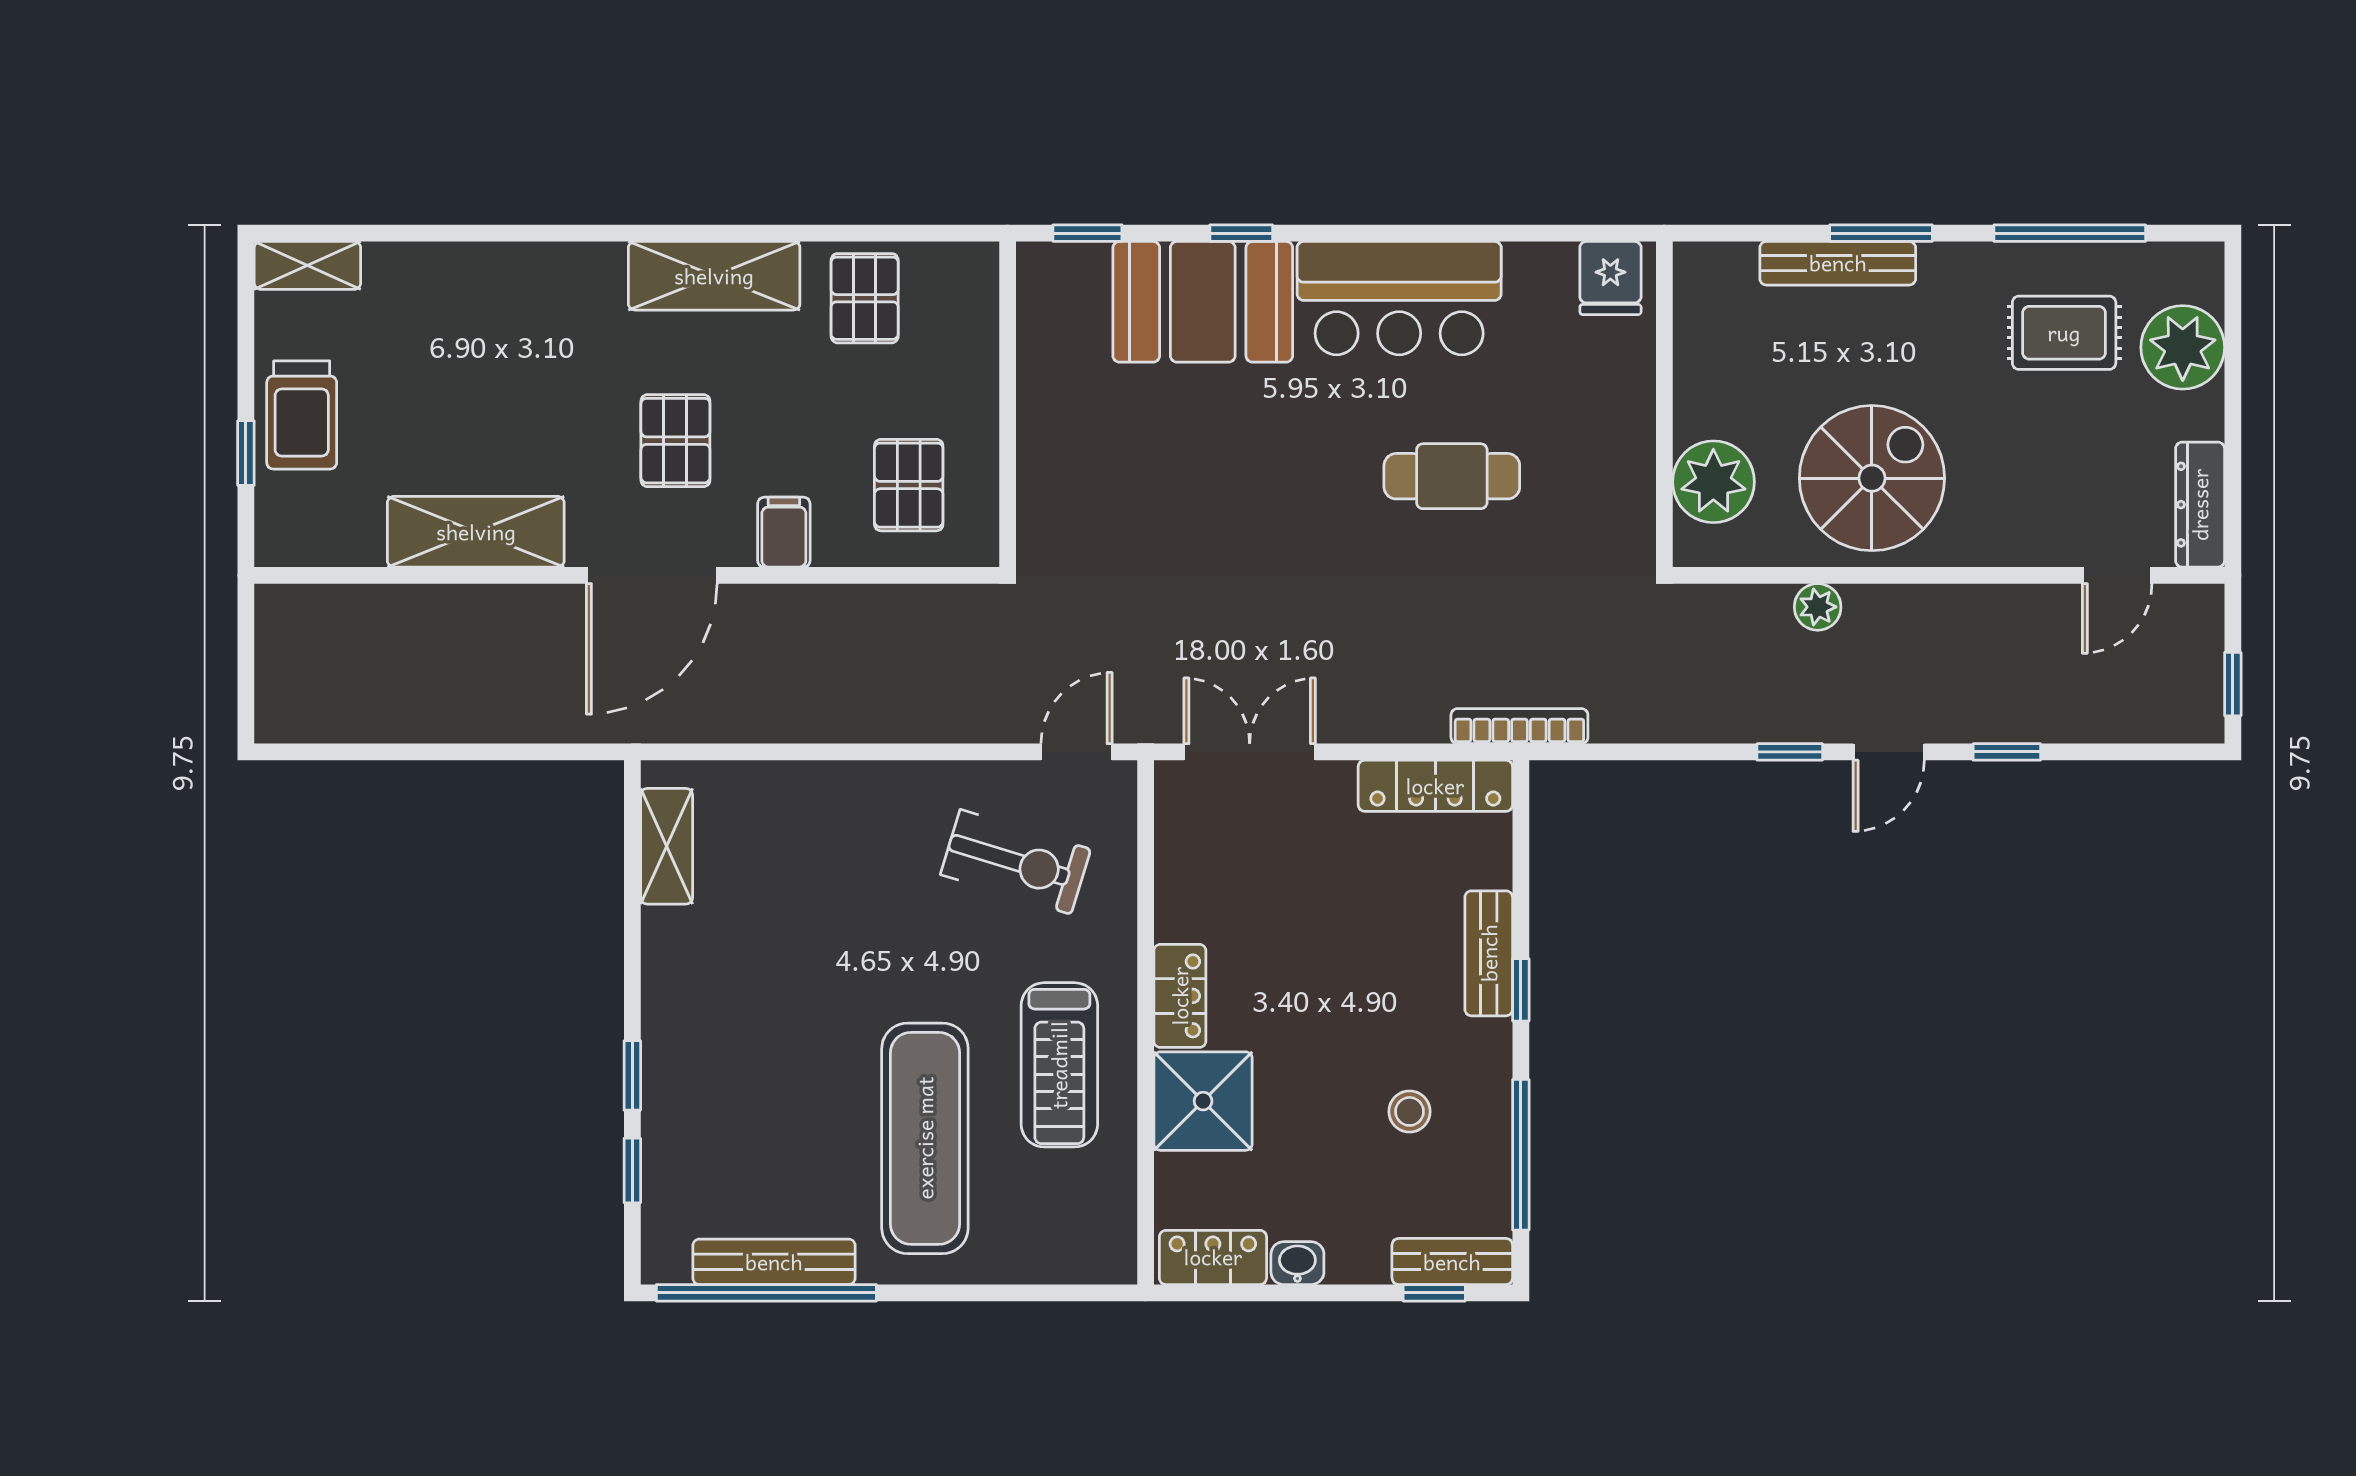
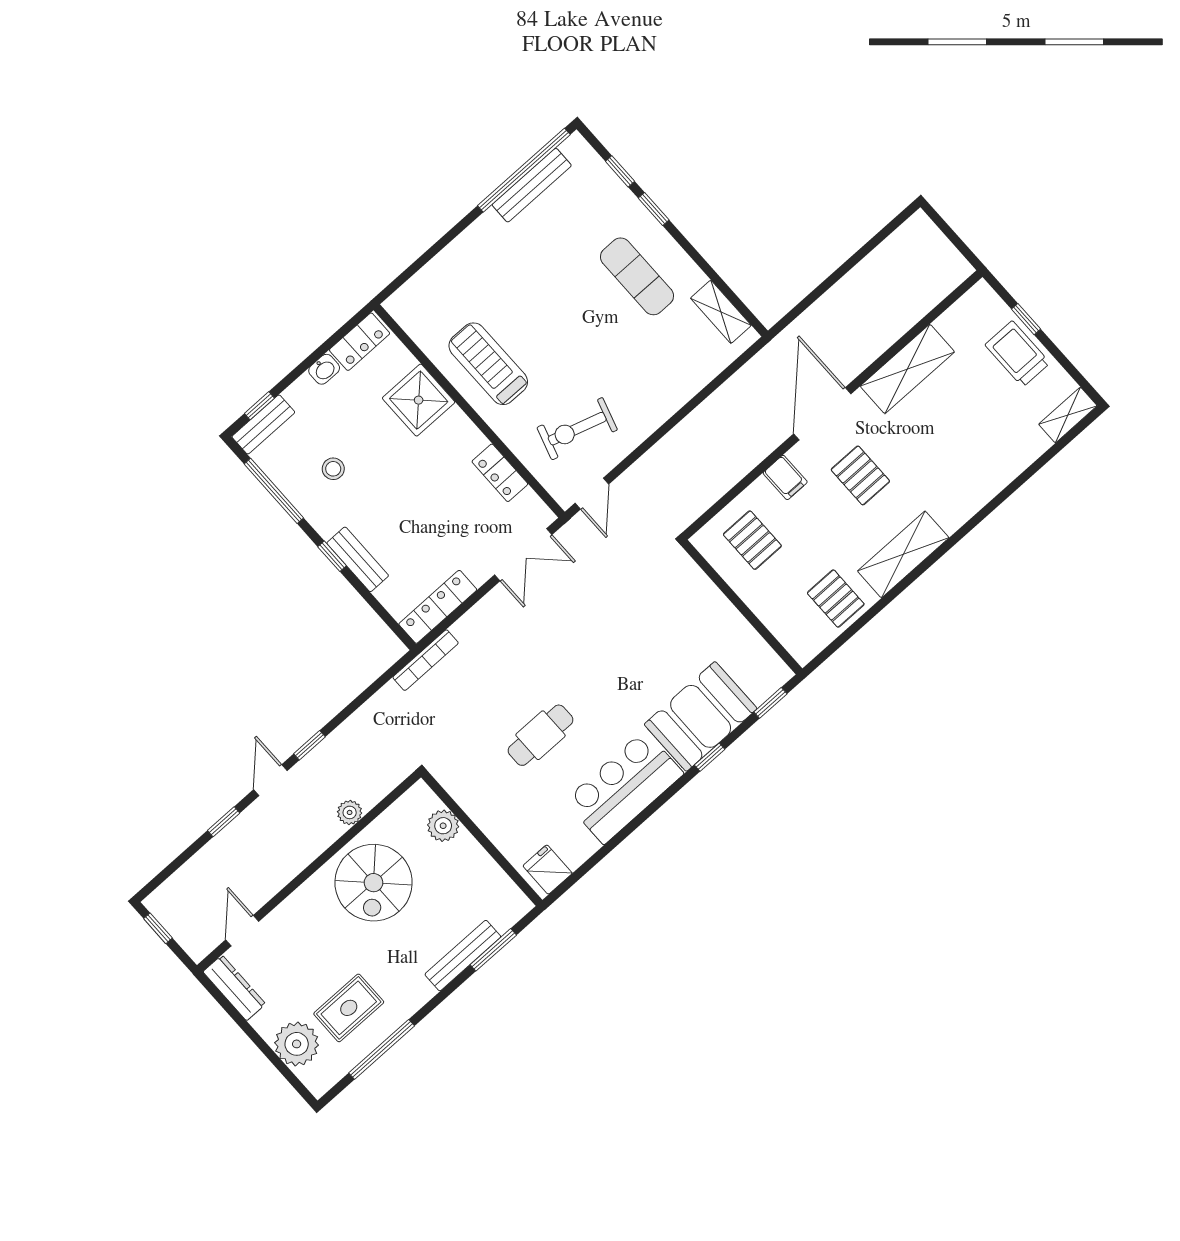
window: (1881, 233) -> (493, 950), moved
plant: (1713, 482) -> (443, 826), width x0.73, depth x0.73
locker: (1180, 996) -> (500, 473), moved
exercise mat: (925, 1138) -> (637, 276), moved, width x0.73, depth x0.69

